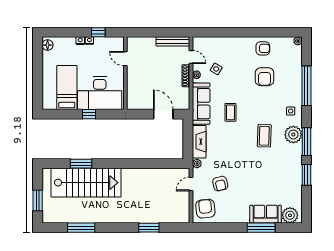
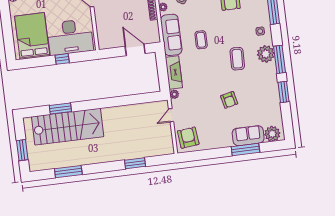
bed: (67, 88) -> (32, 36), width x1.50
armchair: (220, 184) -> (229, 100), moved

